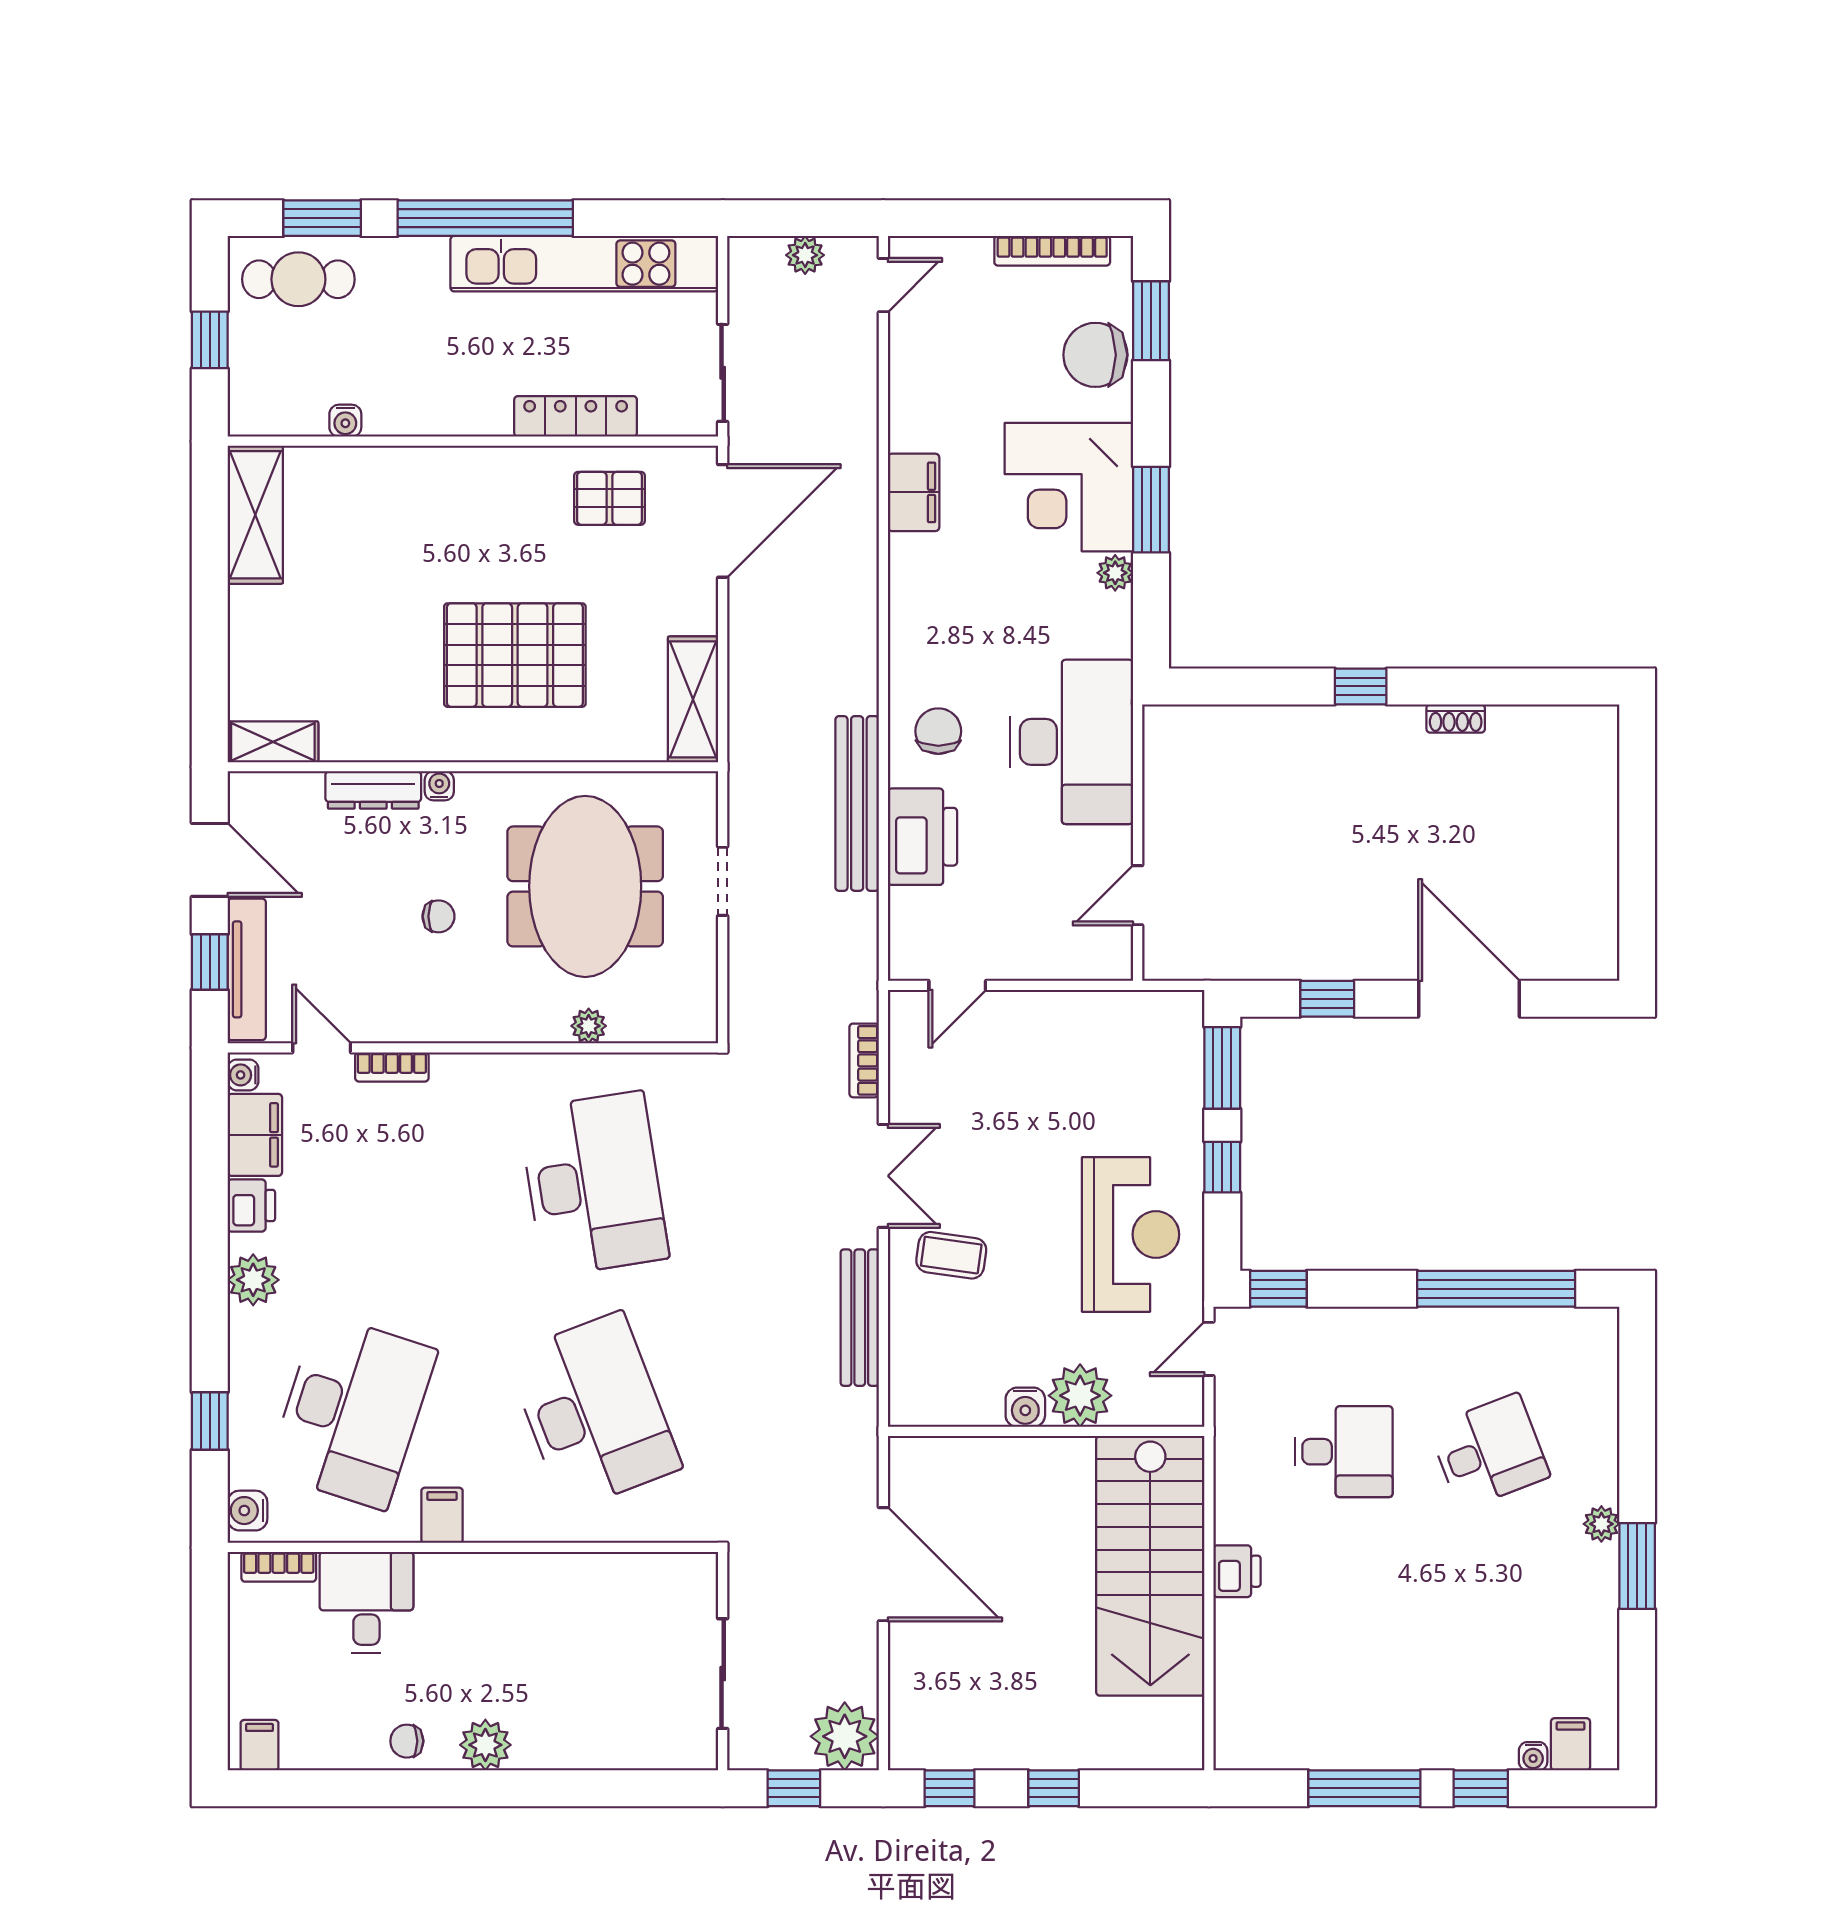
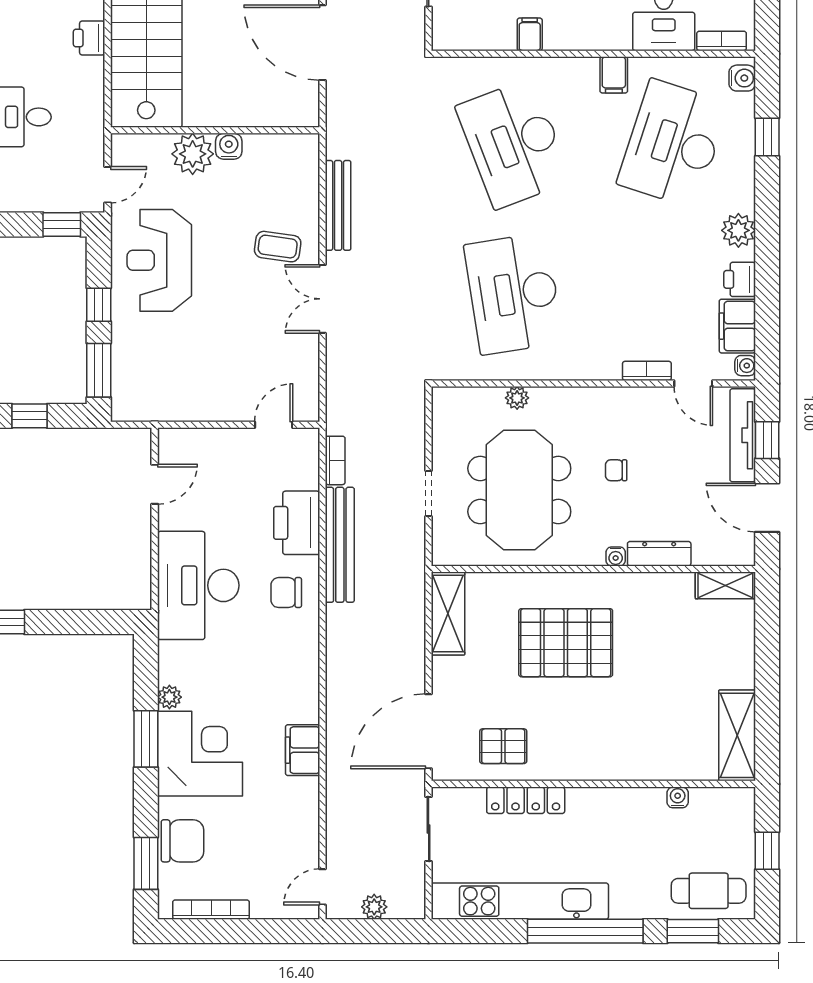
chair: (938, 731) -> (286, 593), turned 90
bookcase: (864, 1060) -> (335, 460), moved
filing cabinet: (569, 1577) -> (530, 34), added

